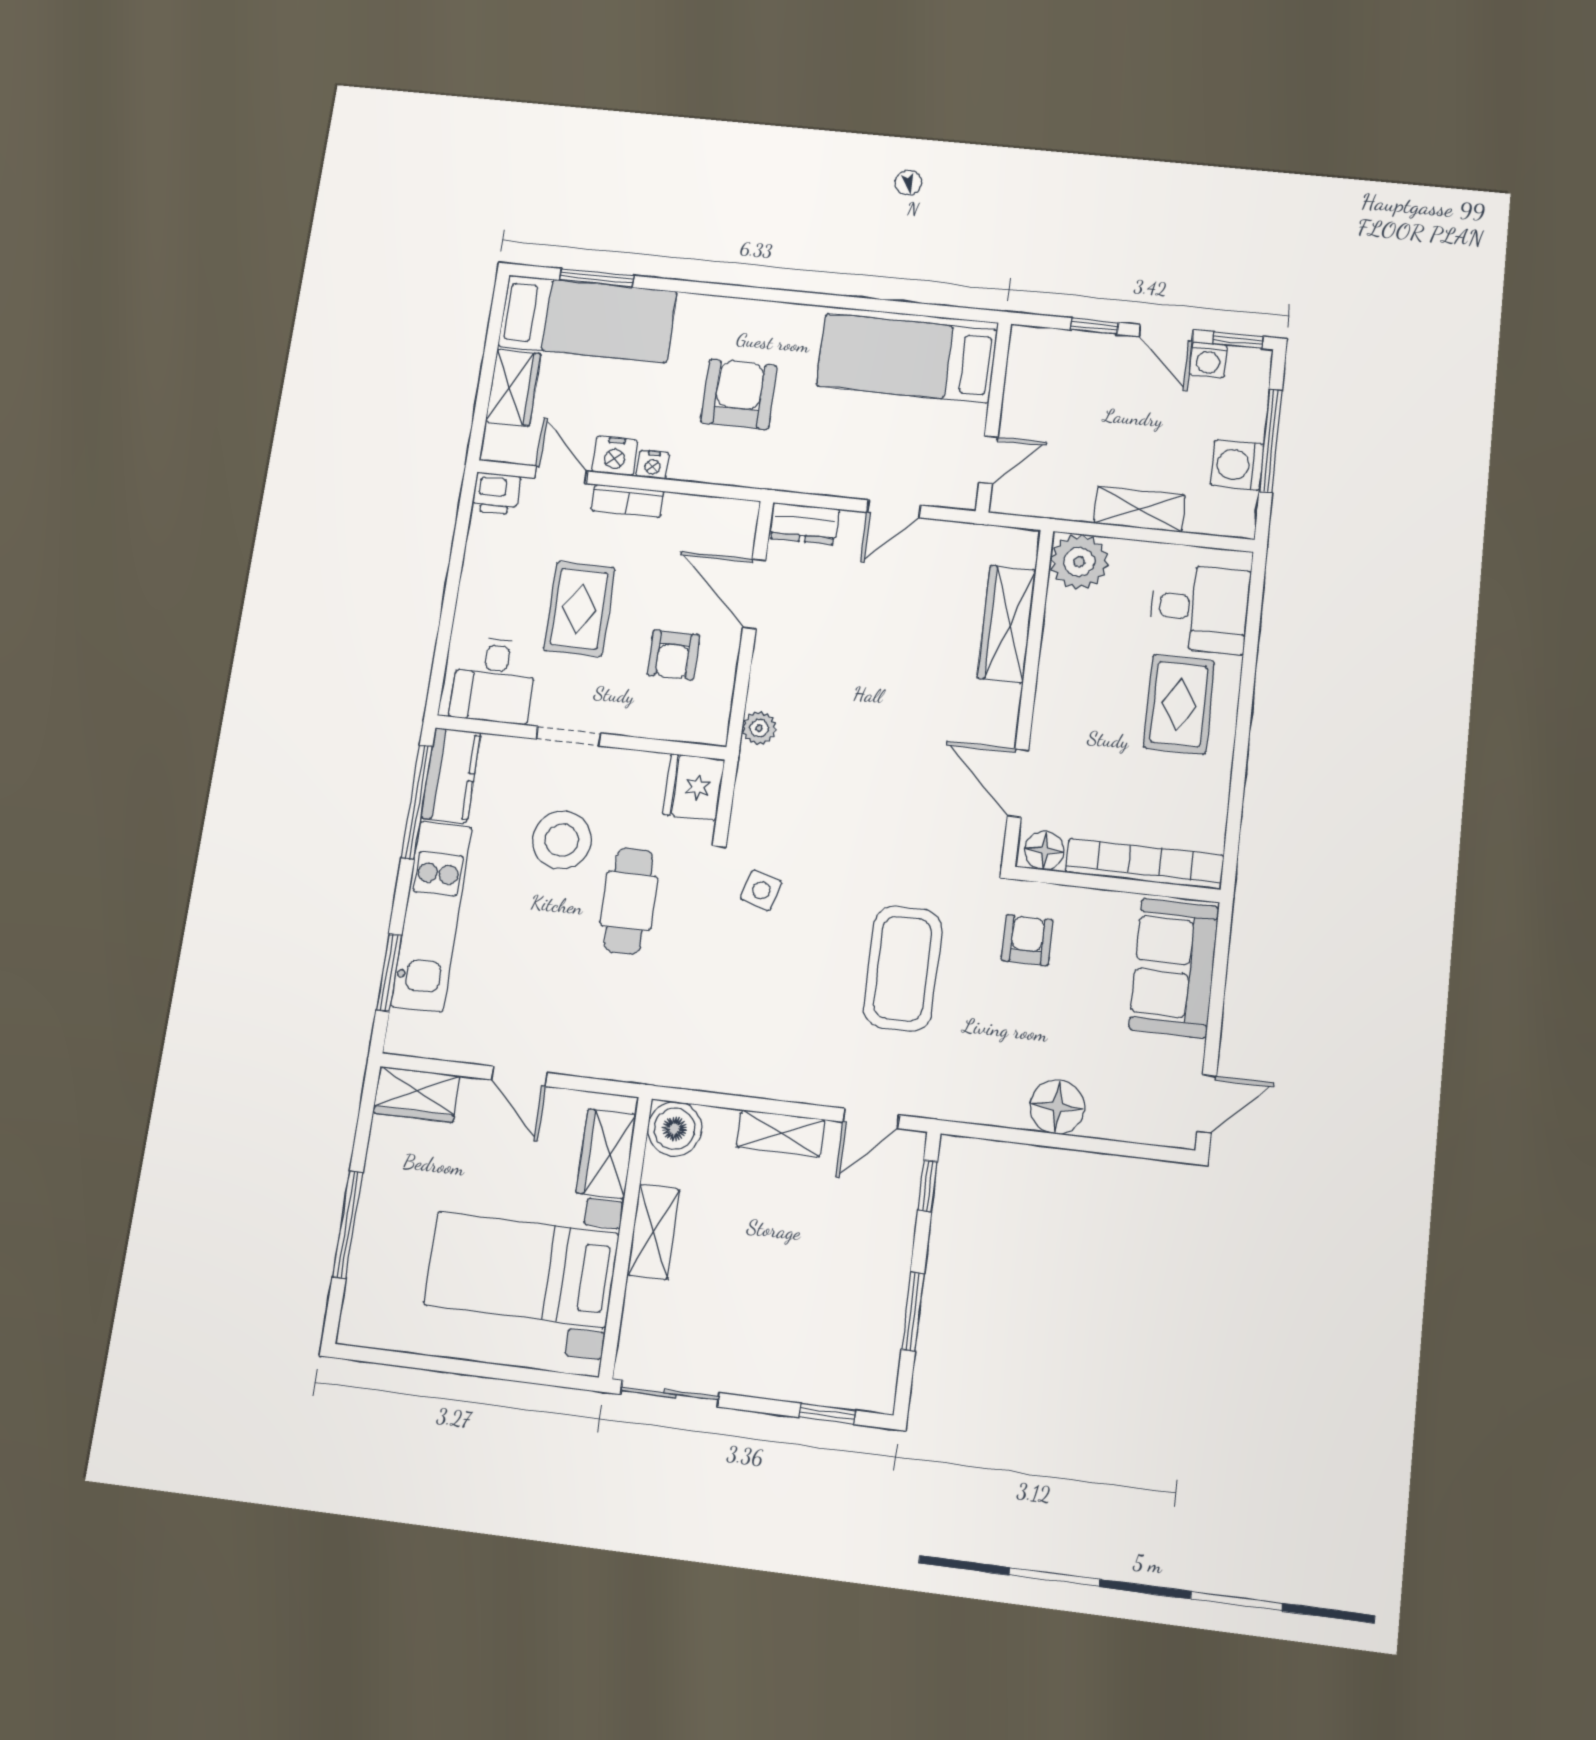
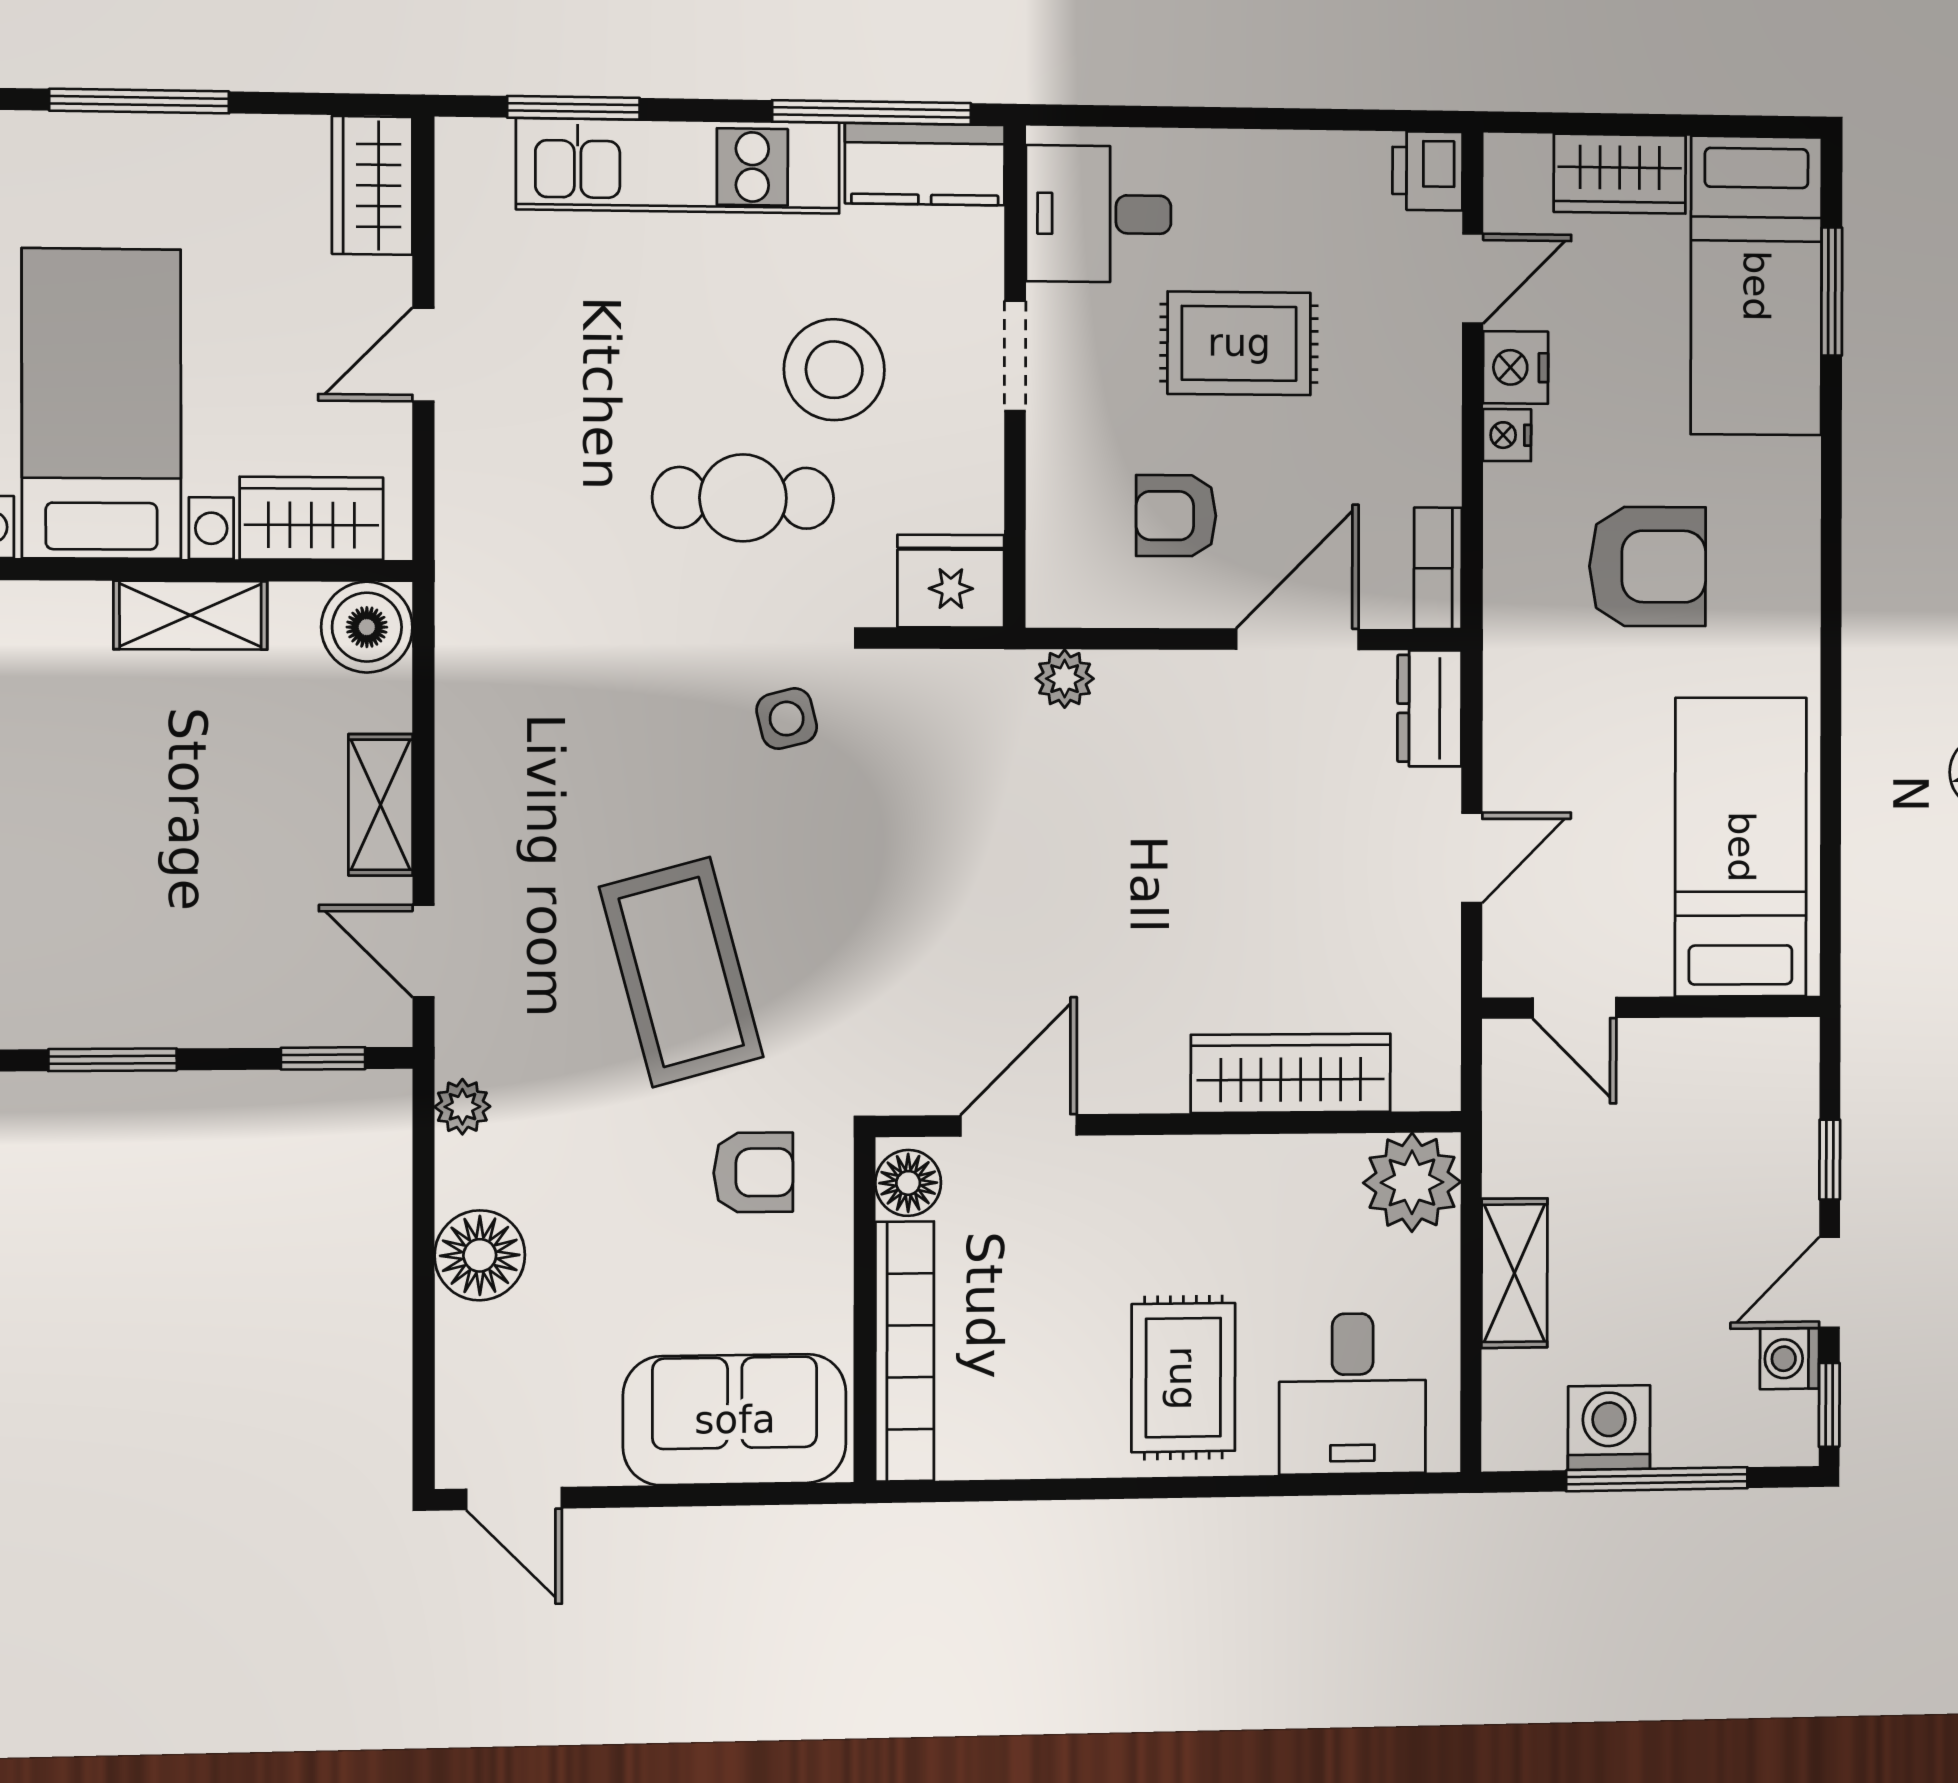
bookcase: (628, 501) -> (1438, 568), moved
door: (894, 509) -> (1472, 858), swing flipped
rug: (1179, 704) -> (1183, 1378), turned 90
side table: (761, 890) -> (787, 719), turned -30
coffee table: (903, 969) -> (681, 972), turned 75
plant: (967, 1107) -> (462, 1107), added

